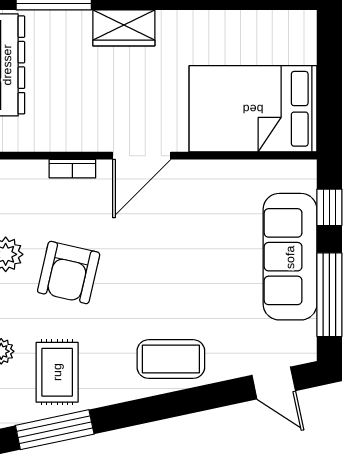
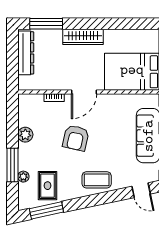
wardrobe: (124, 28) -> (83, 37), width x1.50
armchair: (69, 273) -> (76, 138), moved

